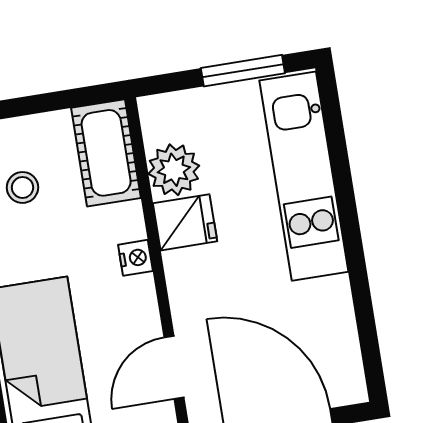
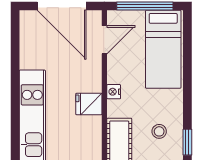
plant: (174, 170) -> (90, 128), removed

